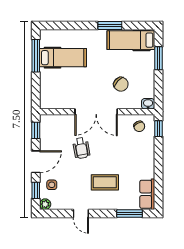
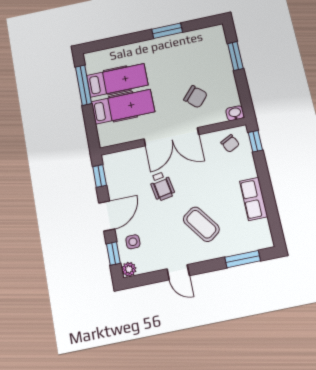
hospital bed: (131, 40) -> (123, 107), moved, turned 180
coffee table: (105, 182) -> (201, 224), turned 54
row of seats: (147, 194) -> (254, 199), moved

